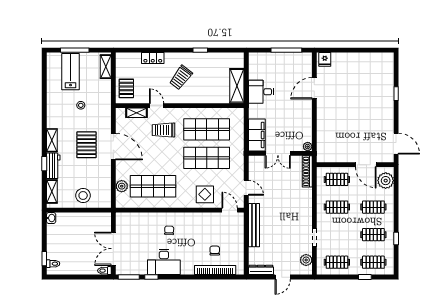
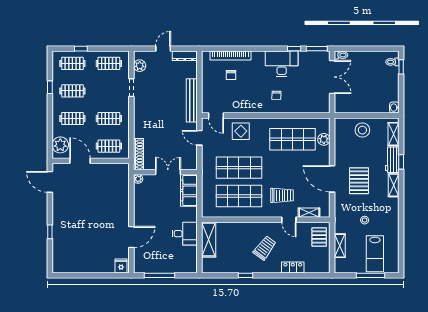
shelving: (106, 67) -> (340, 246), moved

